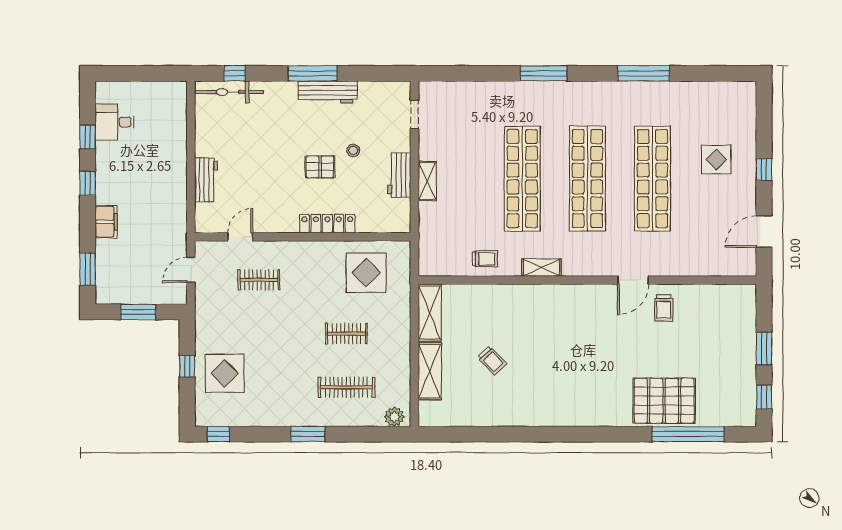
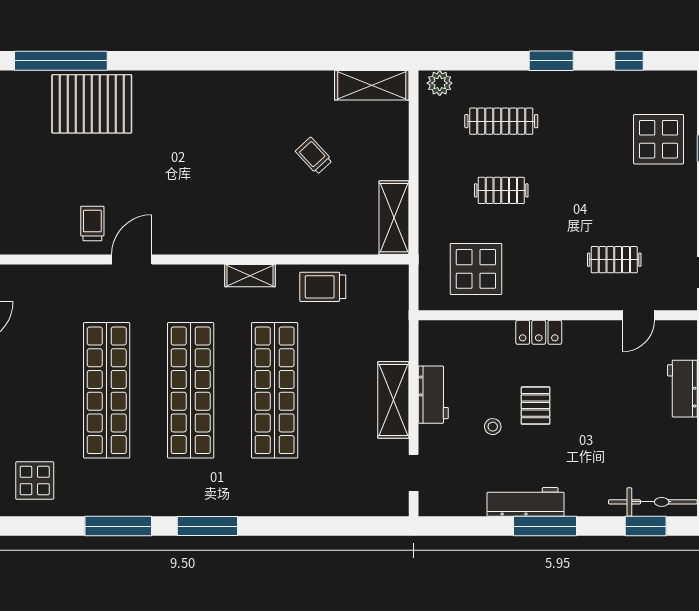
window: (235, 73) -> (646, 526), width x1.50
window: (544, 73) -> (207, 526), moved
display table: (716, 160) -> (35, 480), moved
pallet: (320, 167) -> (536, 406), turned 90
shelving: (427, 181) -> (393, 400), width x1.50, depth x1.33
locker: (327, 224) -> (539, 332), width x0.66
trolley: (485, 259) -> (323, 287), width x1.36, depth x1.39
shelving: (430, 371) -> (372, 85), moved, turned 90
window: (218, 434) -> (629, 61), moved

